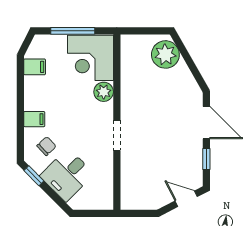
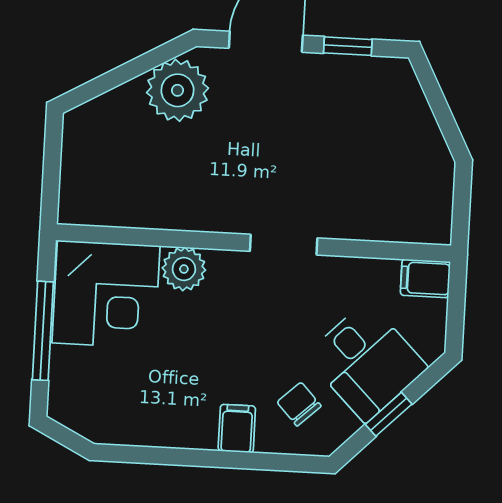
plant: (165, 54) -> (177, 90), moved
filing cabinet: (35, 67) -> (425, 278), moved, turned -90
window: (34, 176) -> (389, 414), moved
door: (186, 199) -> (435, 96), removed

